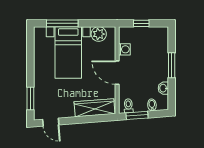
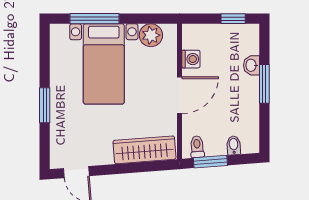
window: (141, 23) -> (233, 19), moved
door: (117, 73) -> (180, 95), swing flipped
washbasin: (163, 88) -> (251, 65), moved
window: (30, 98) -> (45, 105), moved

